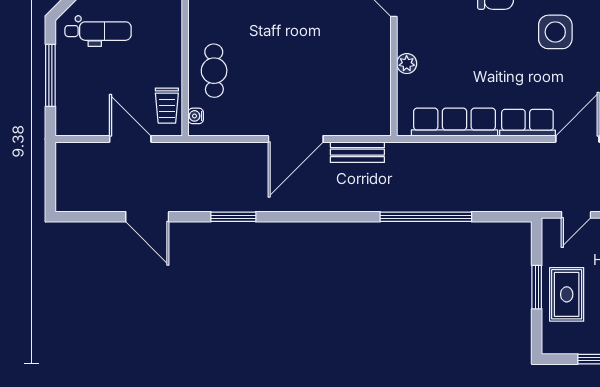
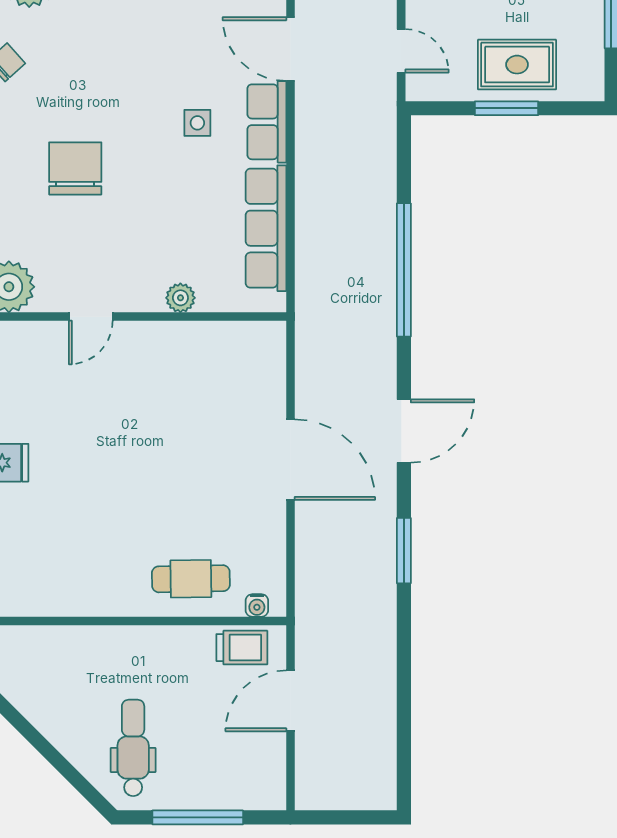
side table: (555, 32) -> (197, 123), moved, width x0.54, depth x0.54
bench: (357, 152) -> (310, 370), removed
door: (147, 217) -> (404, 431), moved

